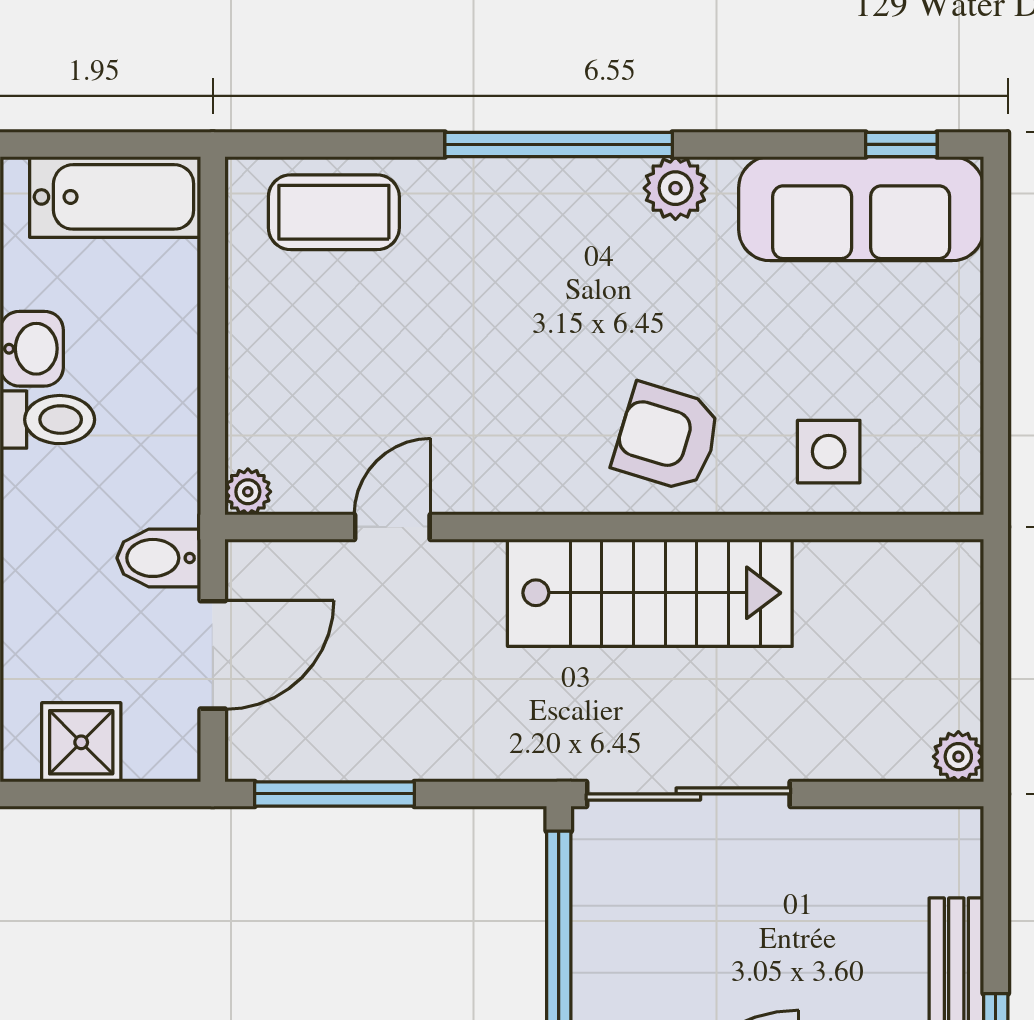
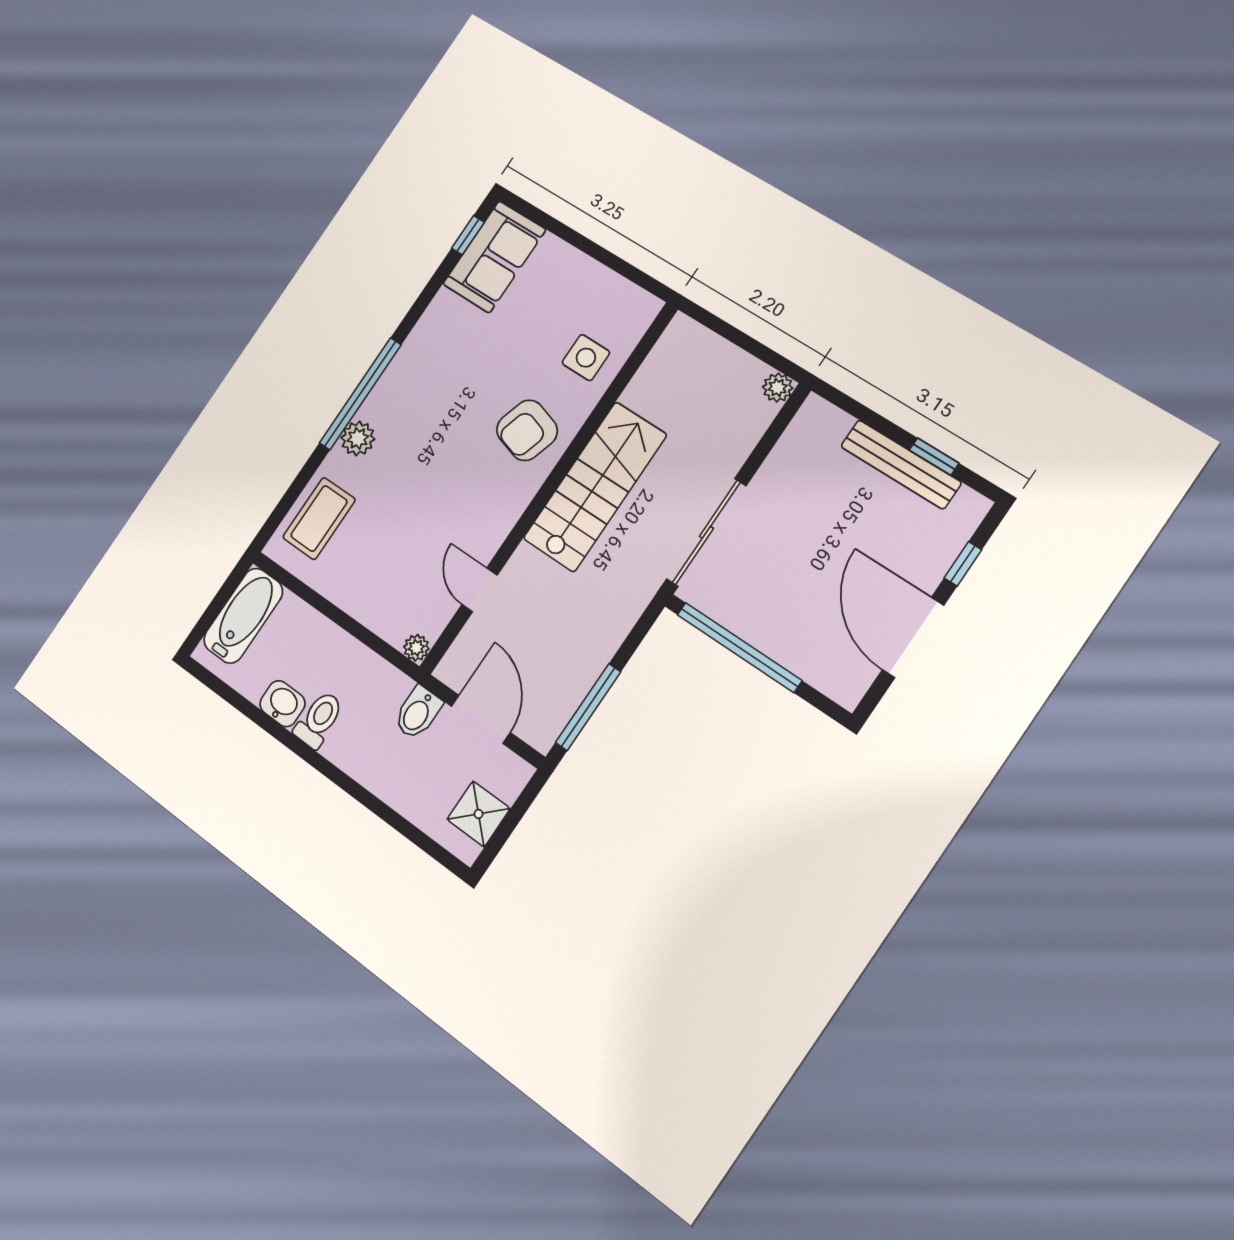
plant: (675, 188) -> (358, 438), moved
sofa: (861, 209) -> (494, 257), width x0.73

